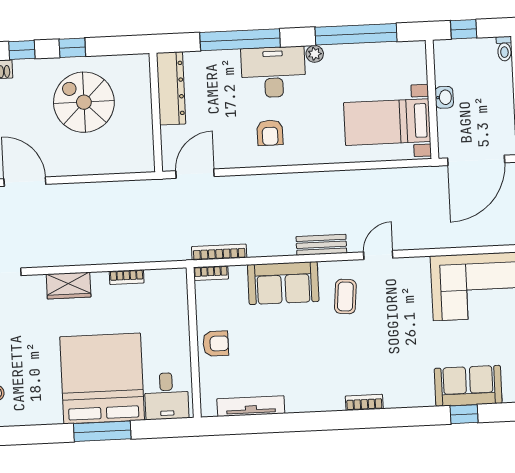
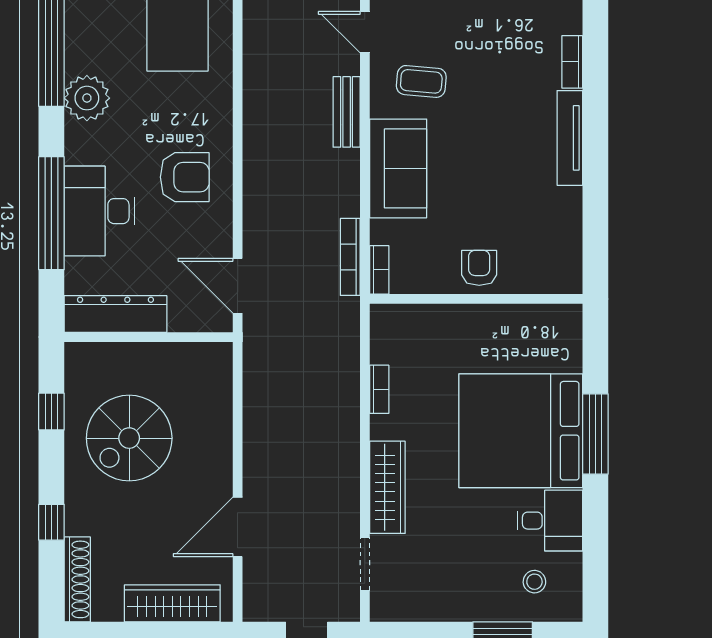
window: (72, 48) -> (51, 412), moved
plant: (315, 54) -> (87, 98), width x1.87, depth x1.87
desk: (273, 72) -> (99, 211), moved
armchair: (270, 133) -> (185, 177), width x1.38, depth x1.38
wardrobe: (69, 286) -> (387, 487), width x1.50
desk: (166, 396) -> (550, 521), moved
tv unit: (251, 406) -> (570, 138), moved

